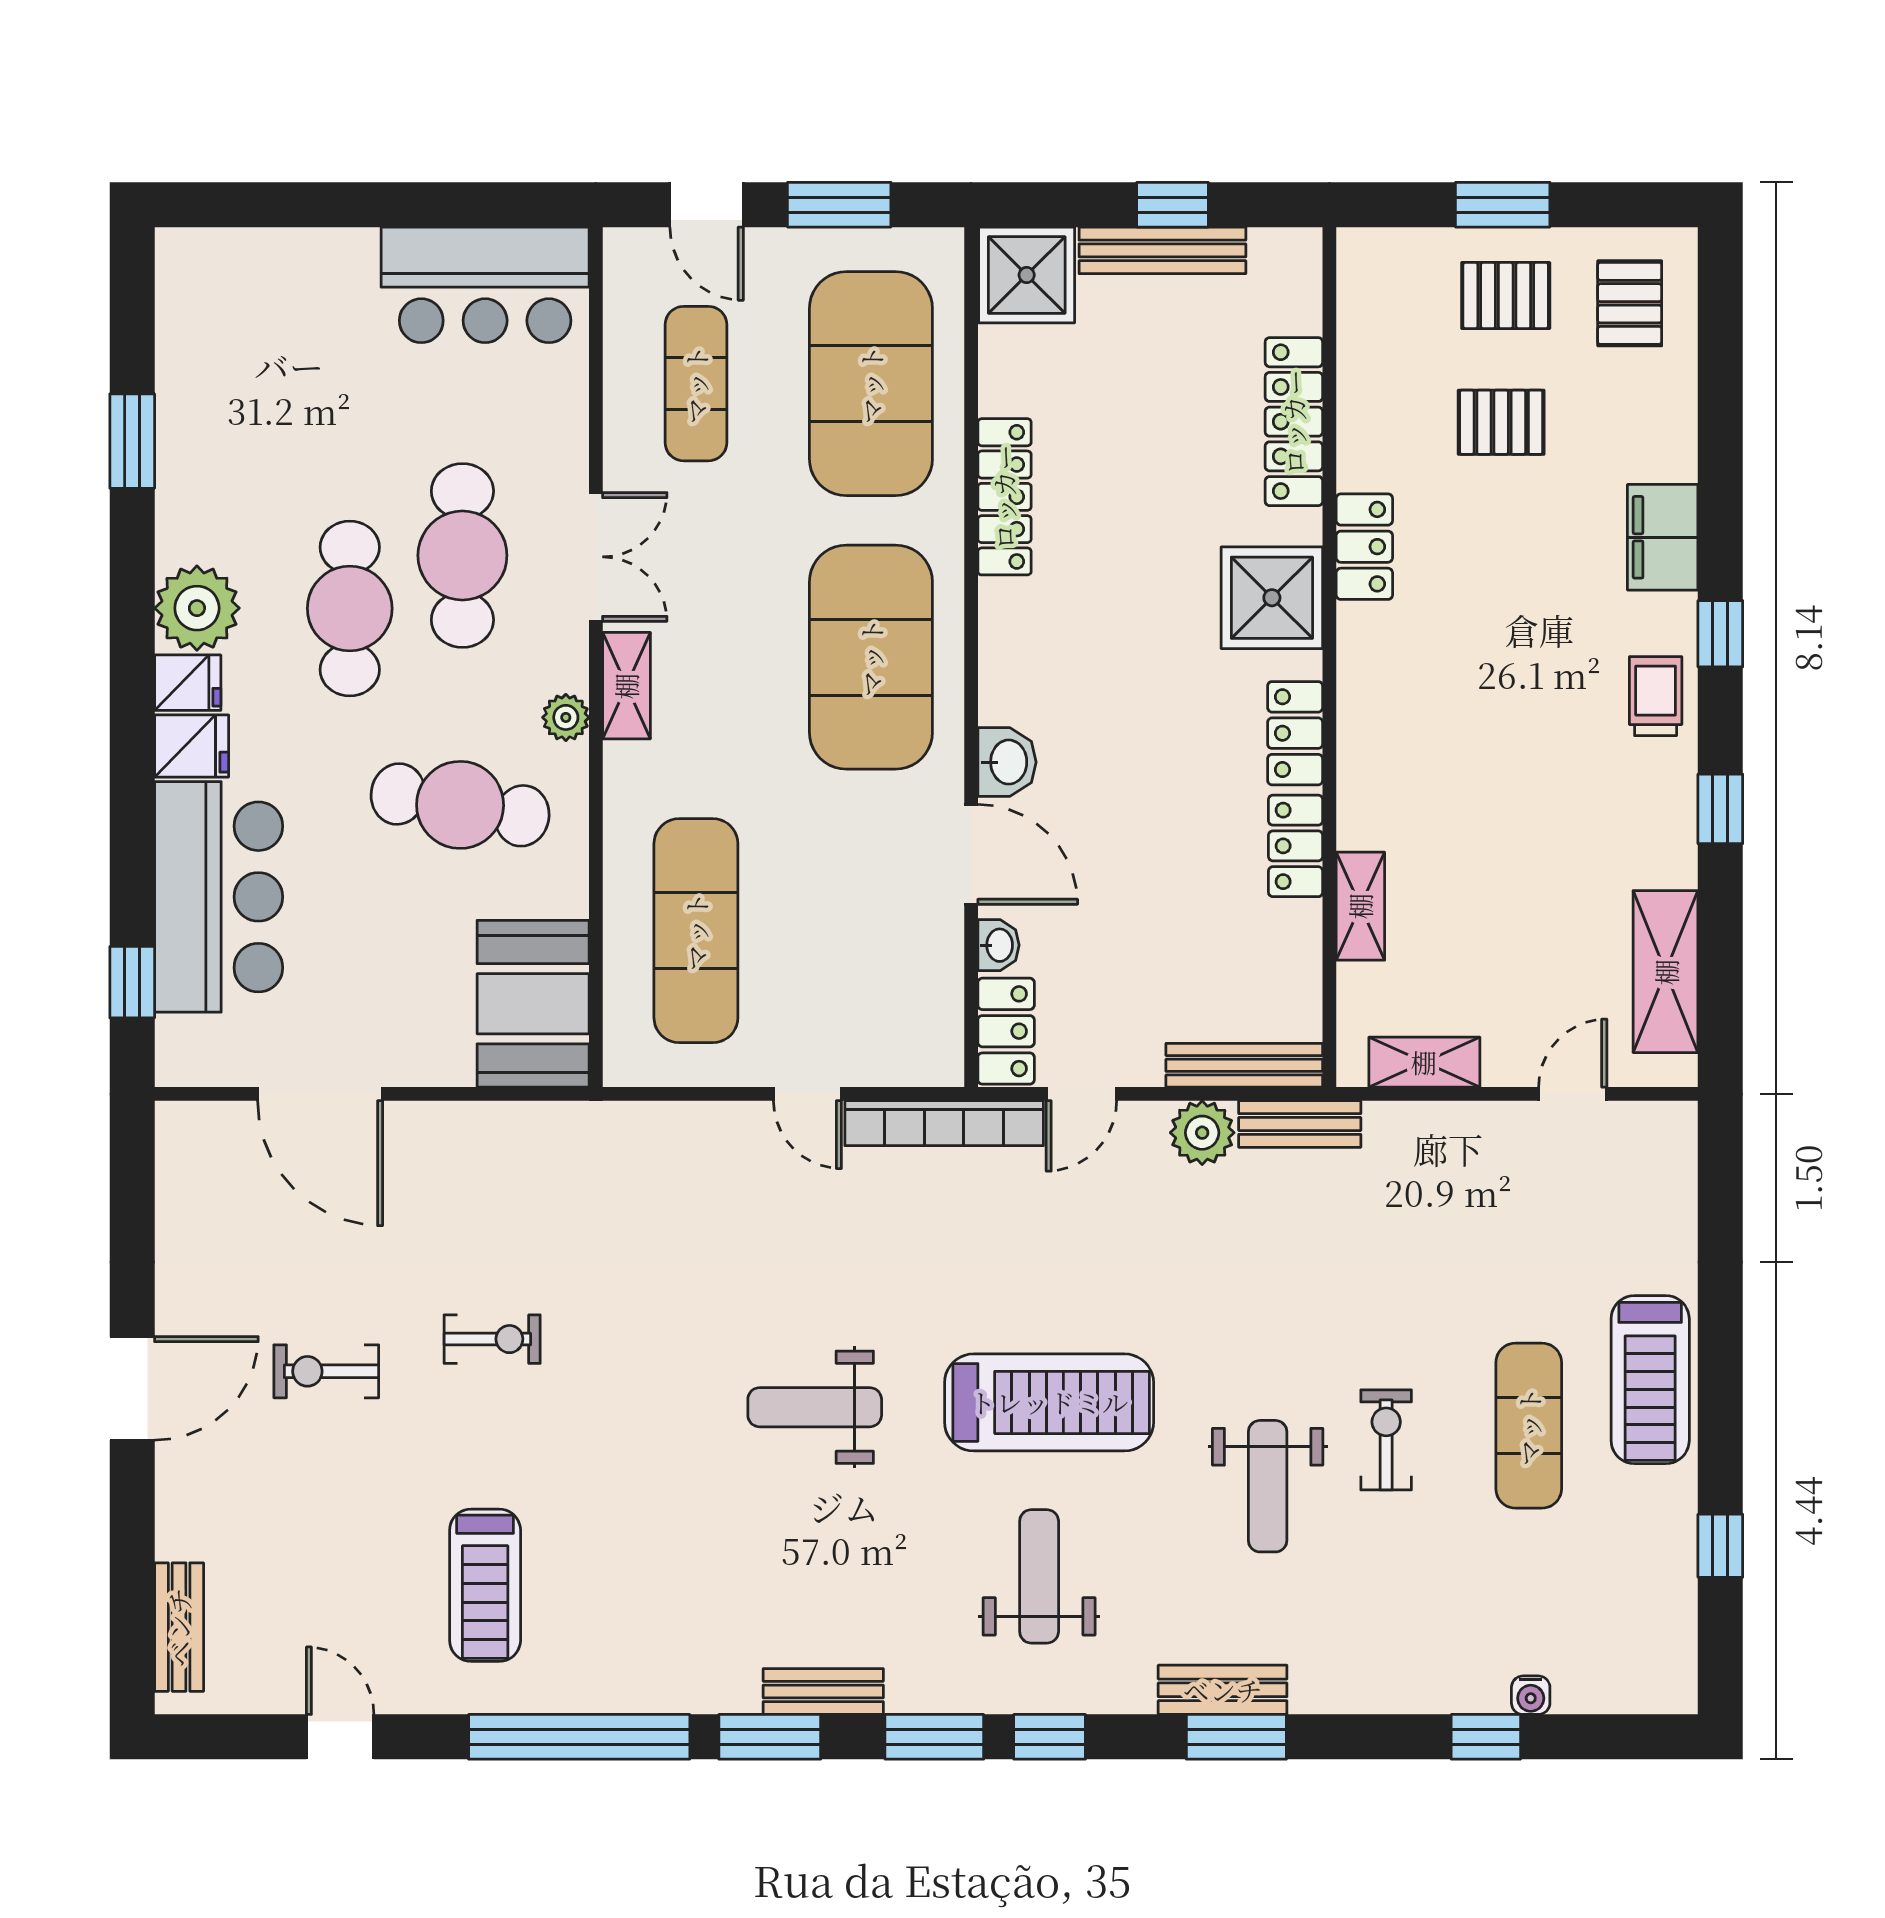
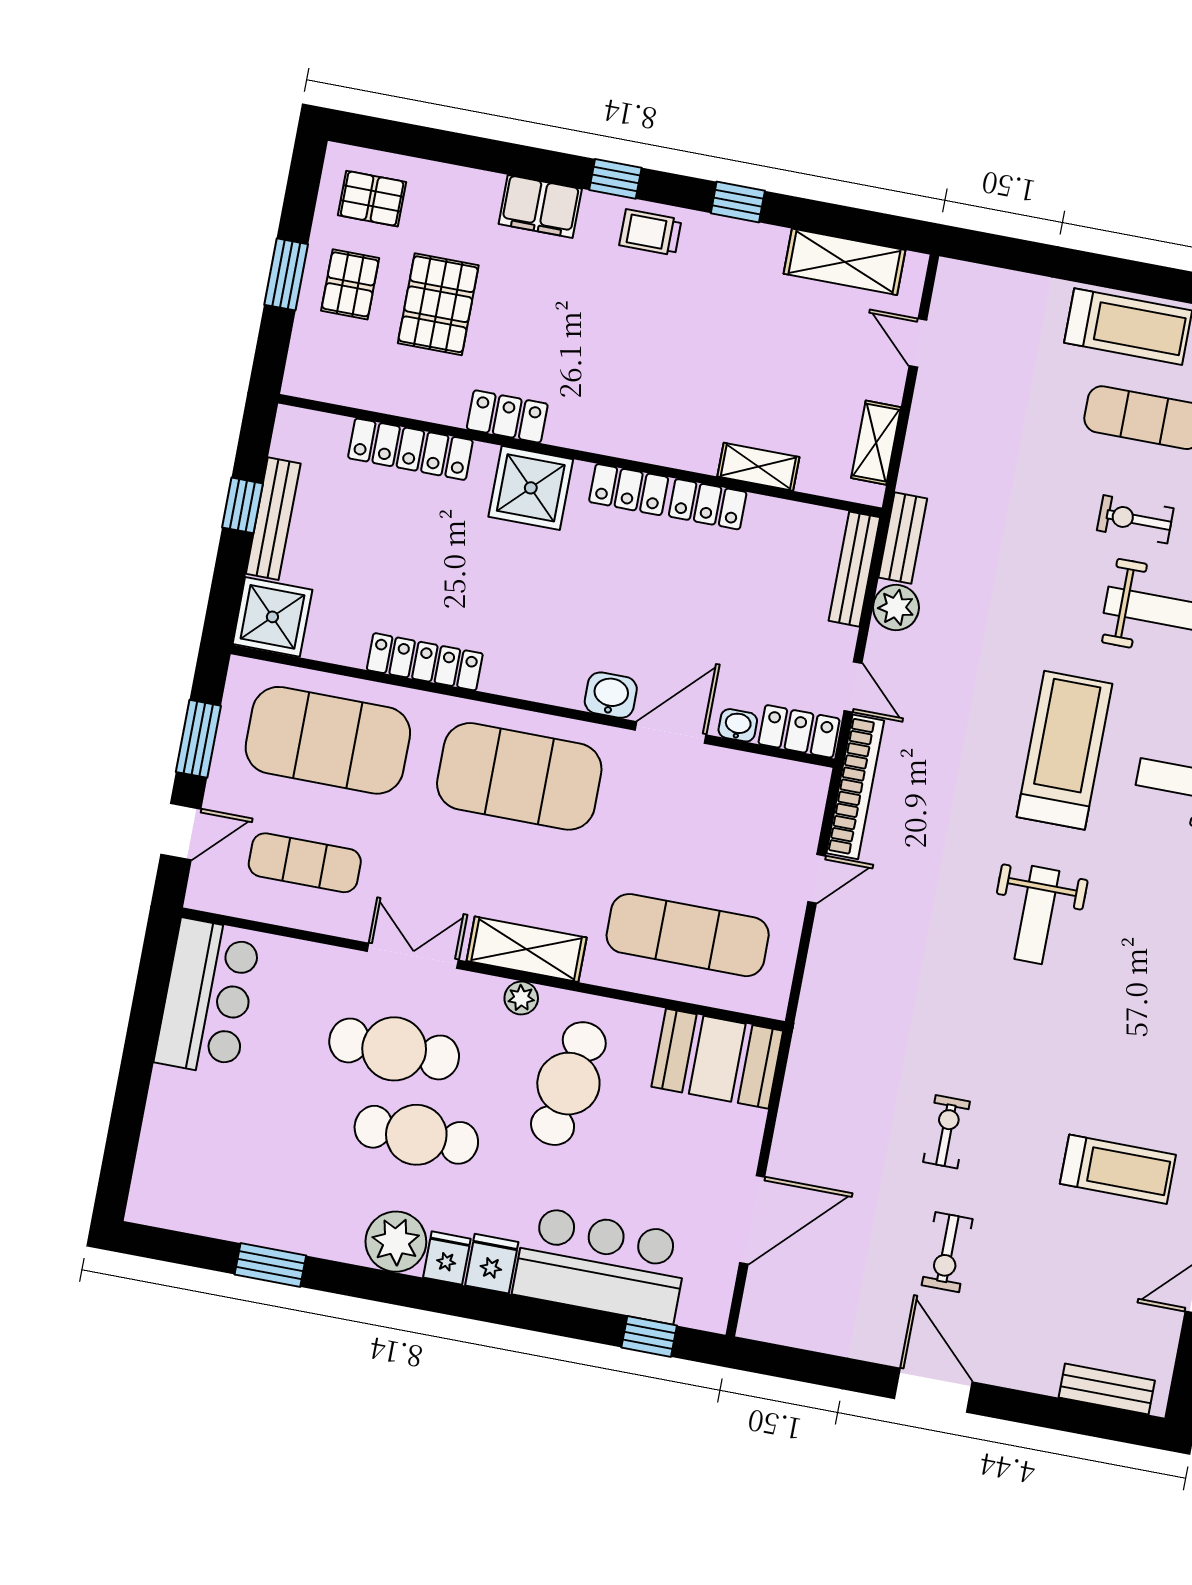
pallet: (1501, 422) -> (438, 304), width x1.50, depth x1.42
shelving: (626, 686) -> (527, 949), width x1.50, depth x1.33

